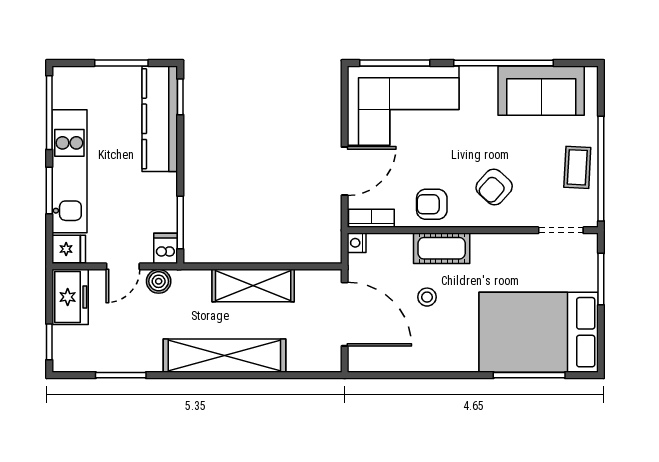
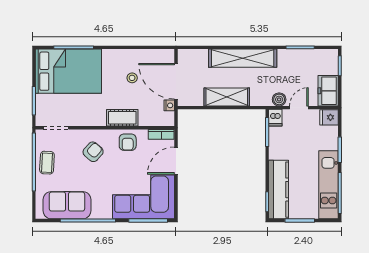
kitchen unit: (69, 171) -> (329, 185), moved
armchair: (432, 204) -> (128, 142), turned 90
nightstand: (357, 243) -> (169, 105), moved
stool: (427, 297) -> (132, 78), moved

